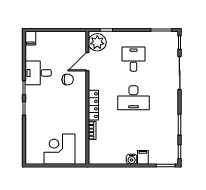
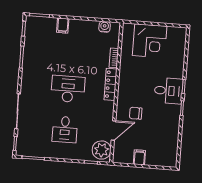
filing cabinet: (30, 38) -> (139, 157), moved
desk: (38, 73) -> (168, 91), moved
water cooler: (132, 159) -> (105, 27), moved

